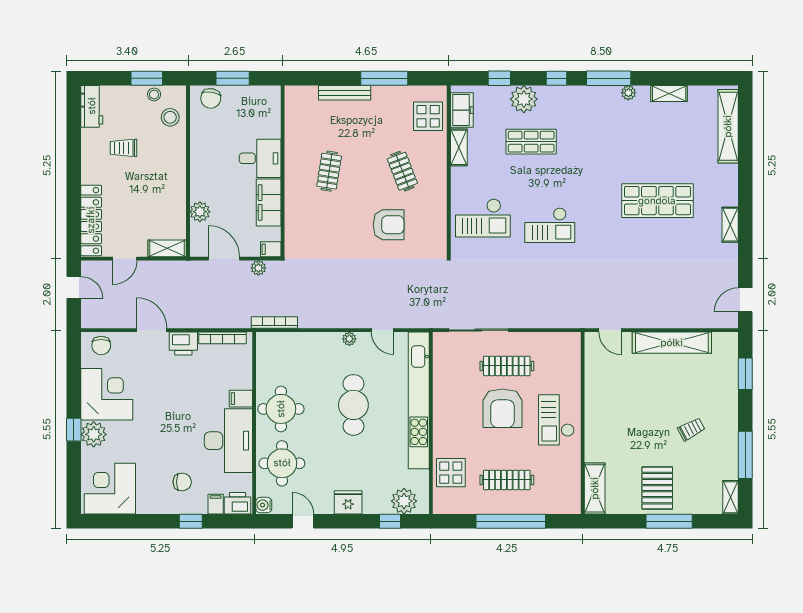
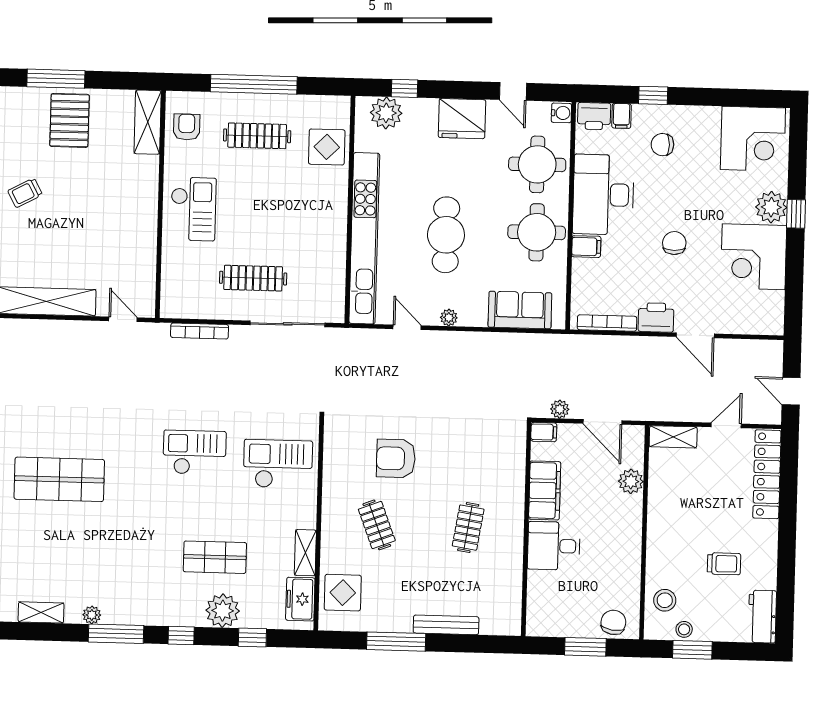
bookcase: (274, 322) -> (200, 331), moved
chair: (101, 345) -> (674, 243), moved
sofa: (293, 346) -> (520, 310), added
armchair: (502, 408) -> (187, 127), moved, width x0.53, depth x0.53
fridge: (348, 502) -> (462, 119), width x1.36, depth x1.34

